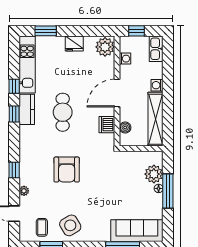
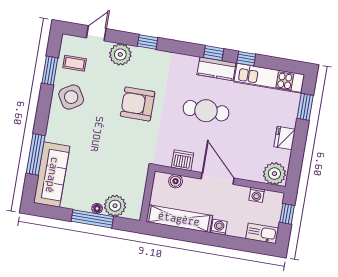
plant: (24, 191) -> (120, 54), width x1.88, depth x1.88

